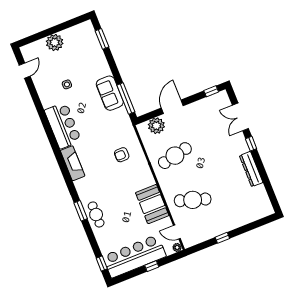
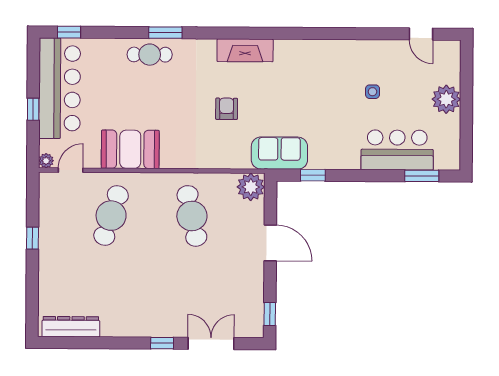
sofa: (110, 93) -> (279, 153), moved
window: (126, 98) -> (313, 175), width x0.46
bar counter: (63, 126) -> (397, 150), moved, turned 180
plant: (156, 126) -> (251, 187), moved
armchair: (122, 155) -> (227, 109), moved
dresser: (251, 169) -> (71, 327), moved

